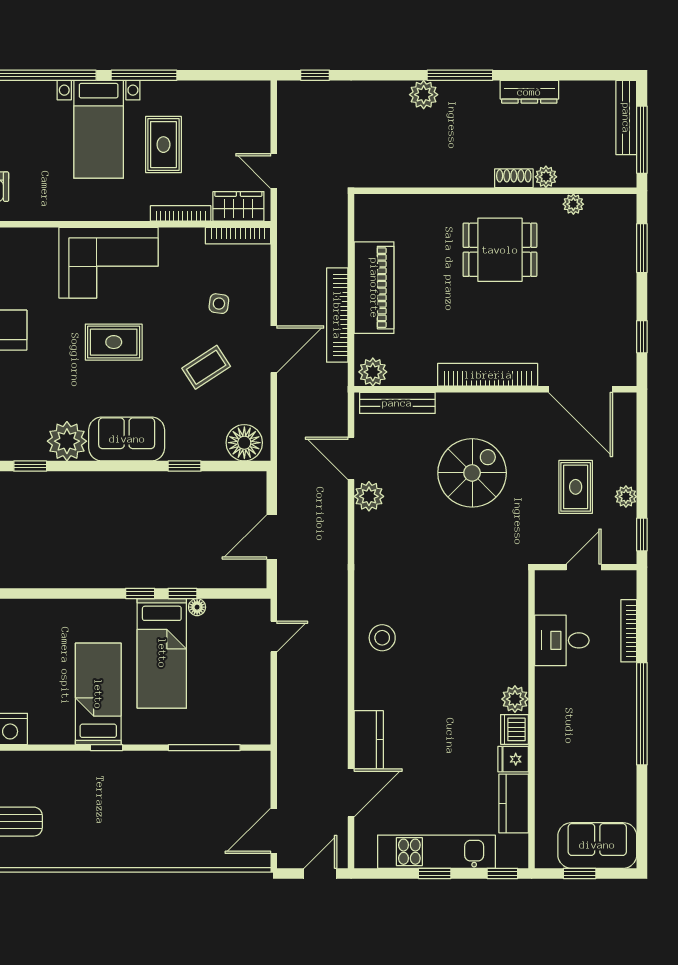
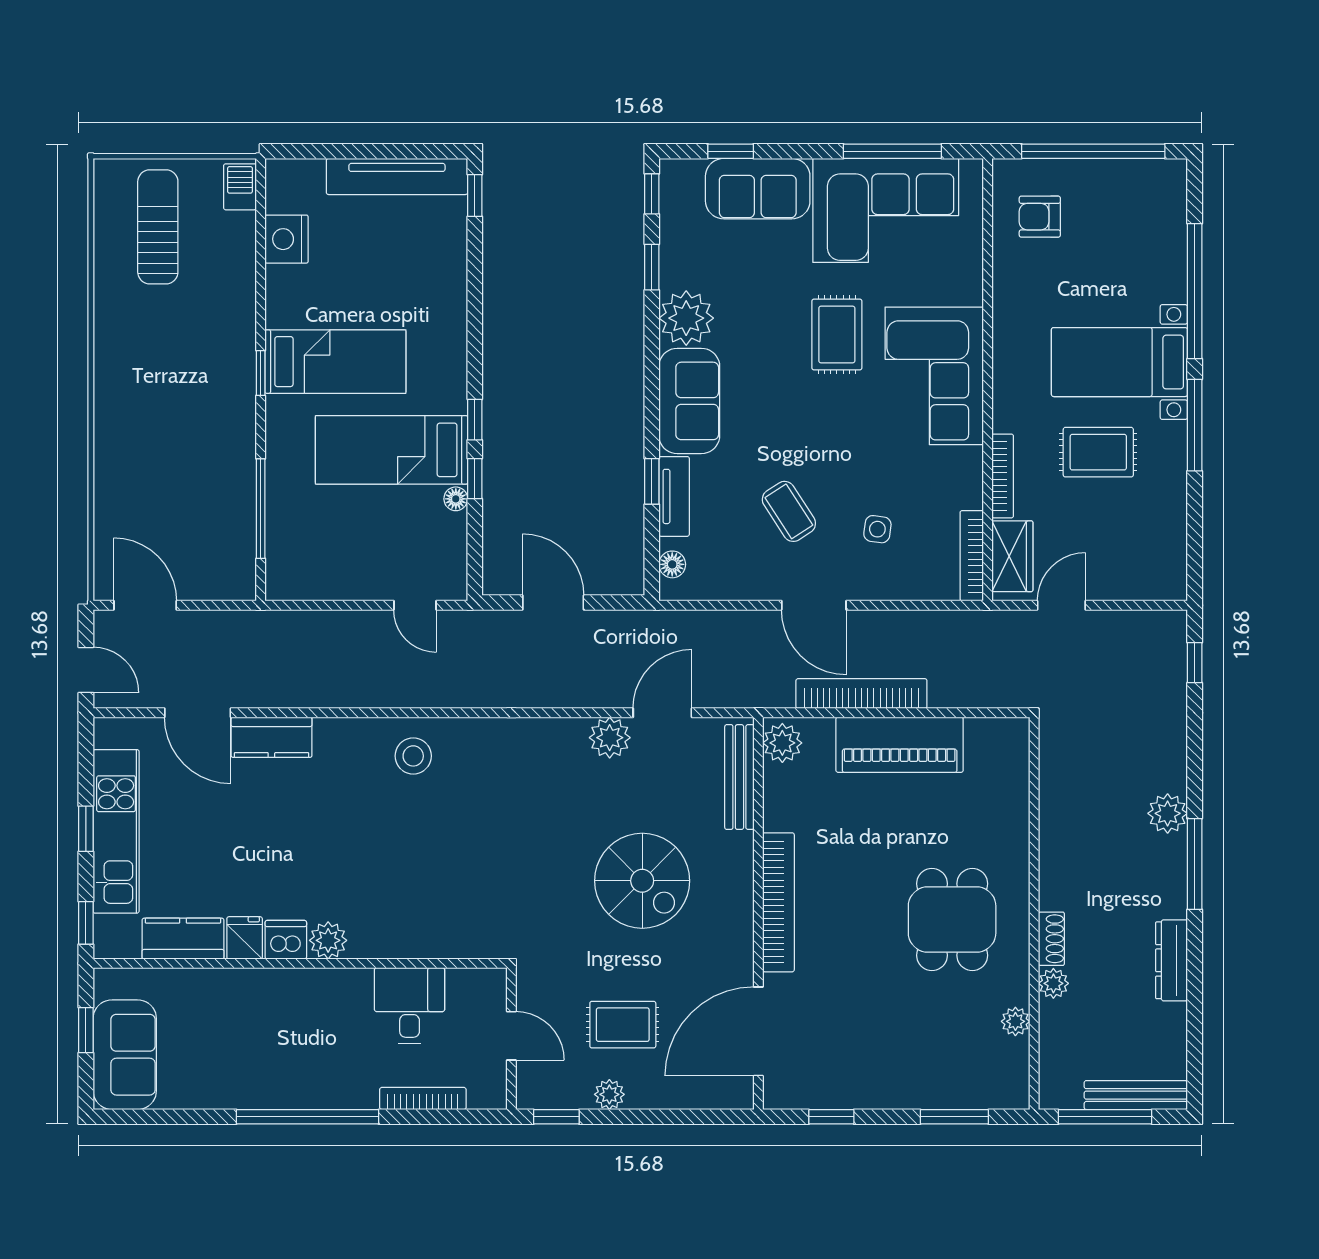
rug: (114, 342) -> (837, 334), moved
floor lamp: (244, 443) -> (672, 564), width x0.53, depth x0.53
tv unit: (195, 450) -> (674, 496), added

